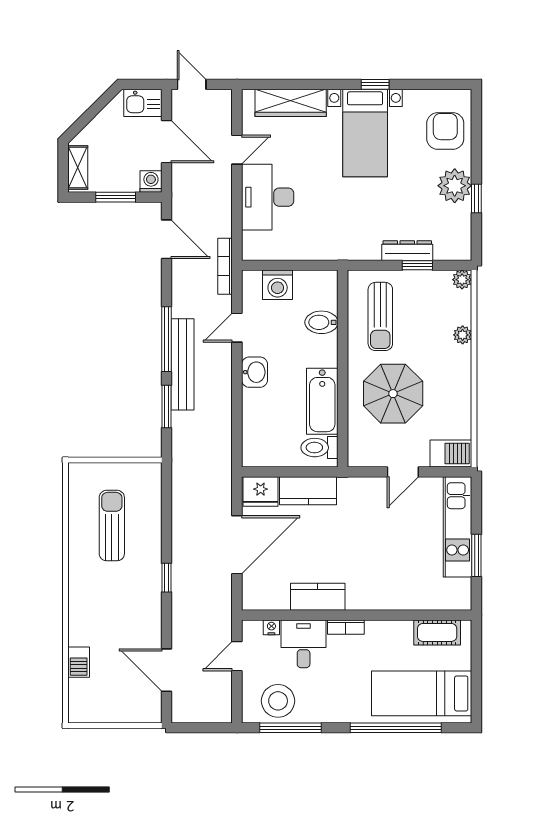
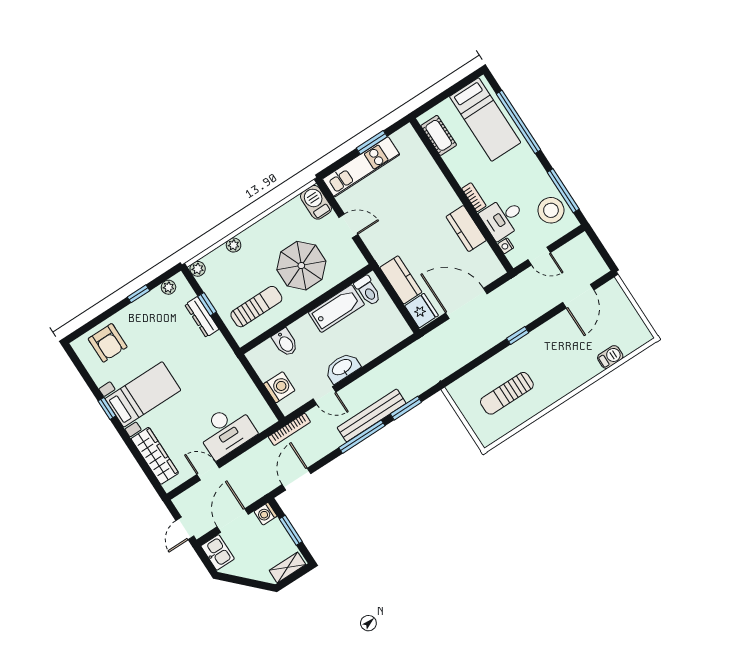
armchair: (445, 131) -> (108, 343), turned -90
plant: (455, 186) -> (168, 287), moved, width x0.53, depth x0.53
washbasin: (255, 372) -> (342, 368), width x1.38

